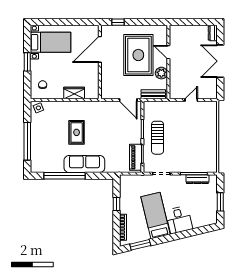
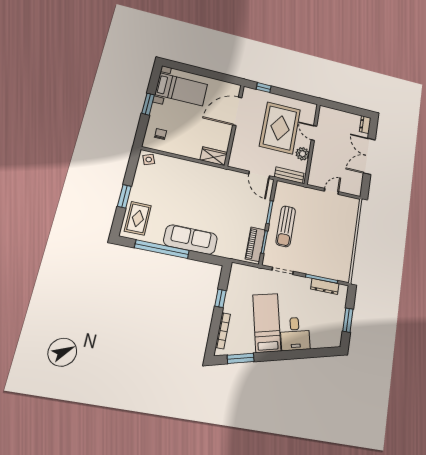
wardrobe: (74, 93) -> (214, 156), moved
rug: (77, 132) -> (138, 218), moved
window: (27, 141) -> (124, 196), width x0.47

